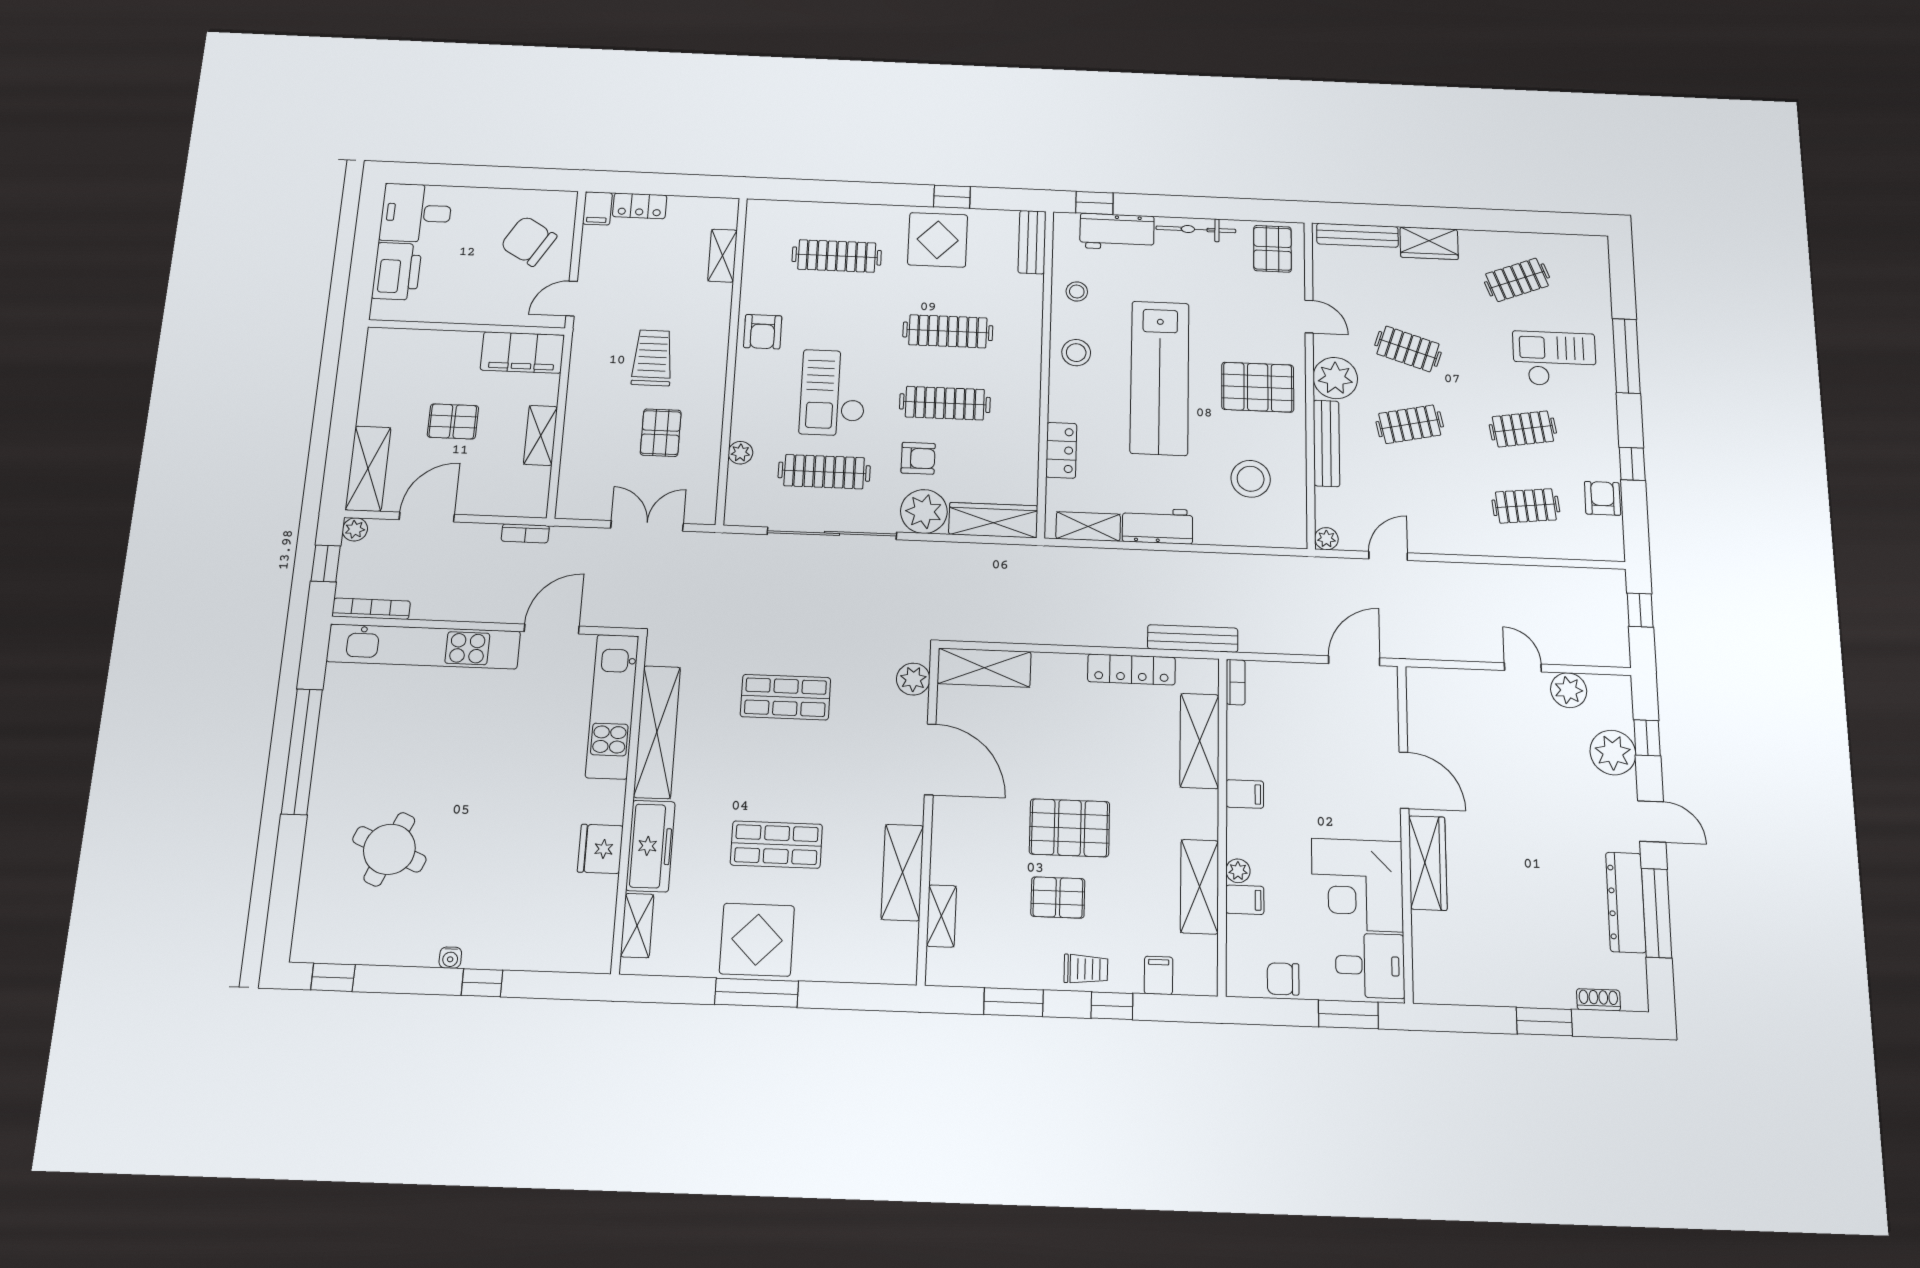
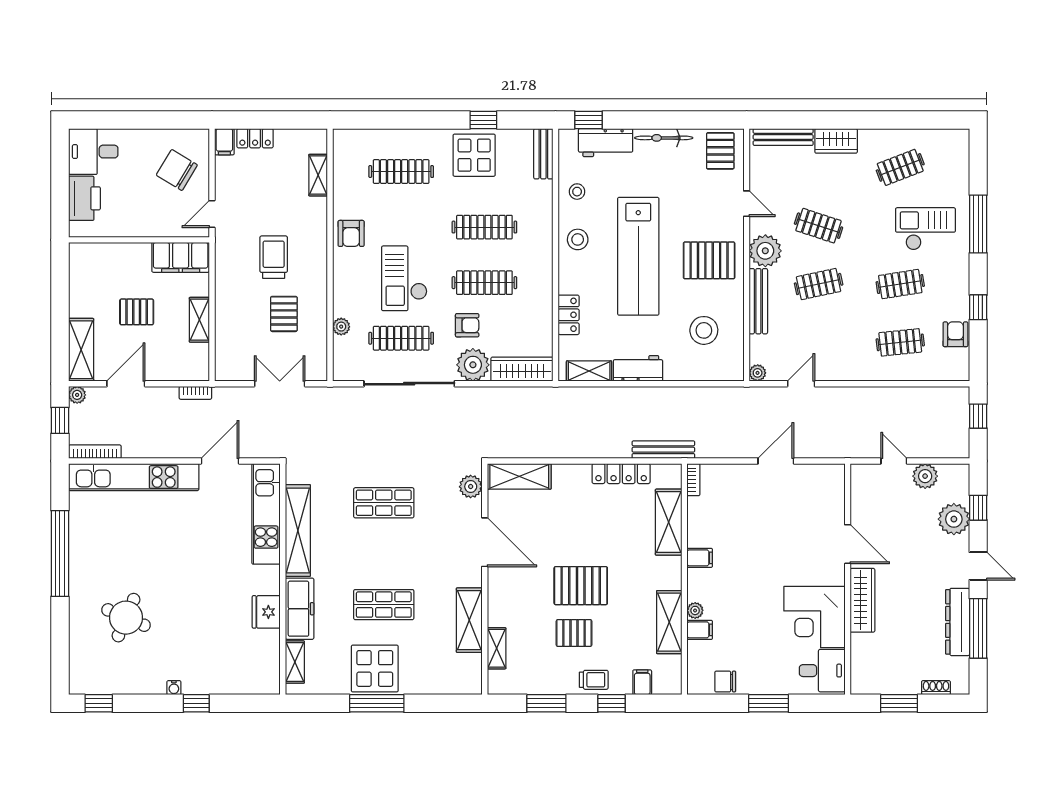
door: (1404, 780) -> (848, 544), moved
wall: (1405, 831) -> (848, 579), moved
wardrobe: (1428, 863) -> (862, 600), moved
corner desk: (1357, 885) -> (814, 617), moved
desk: (1370, 966) -> (822, 671), moved

